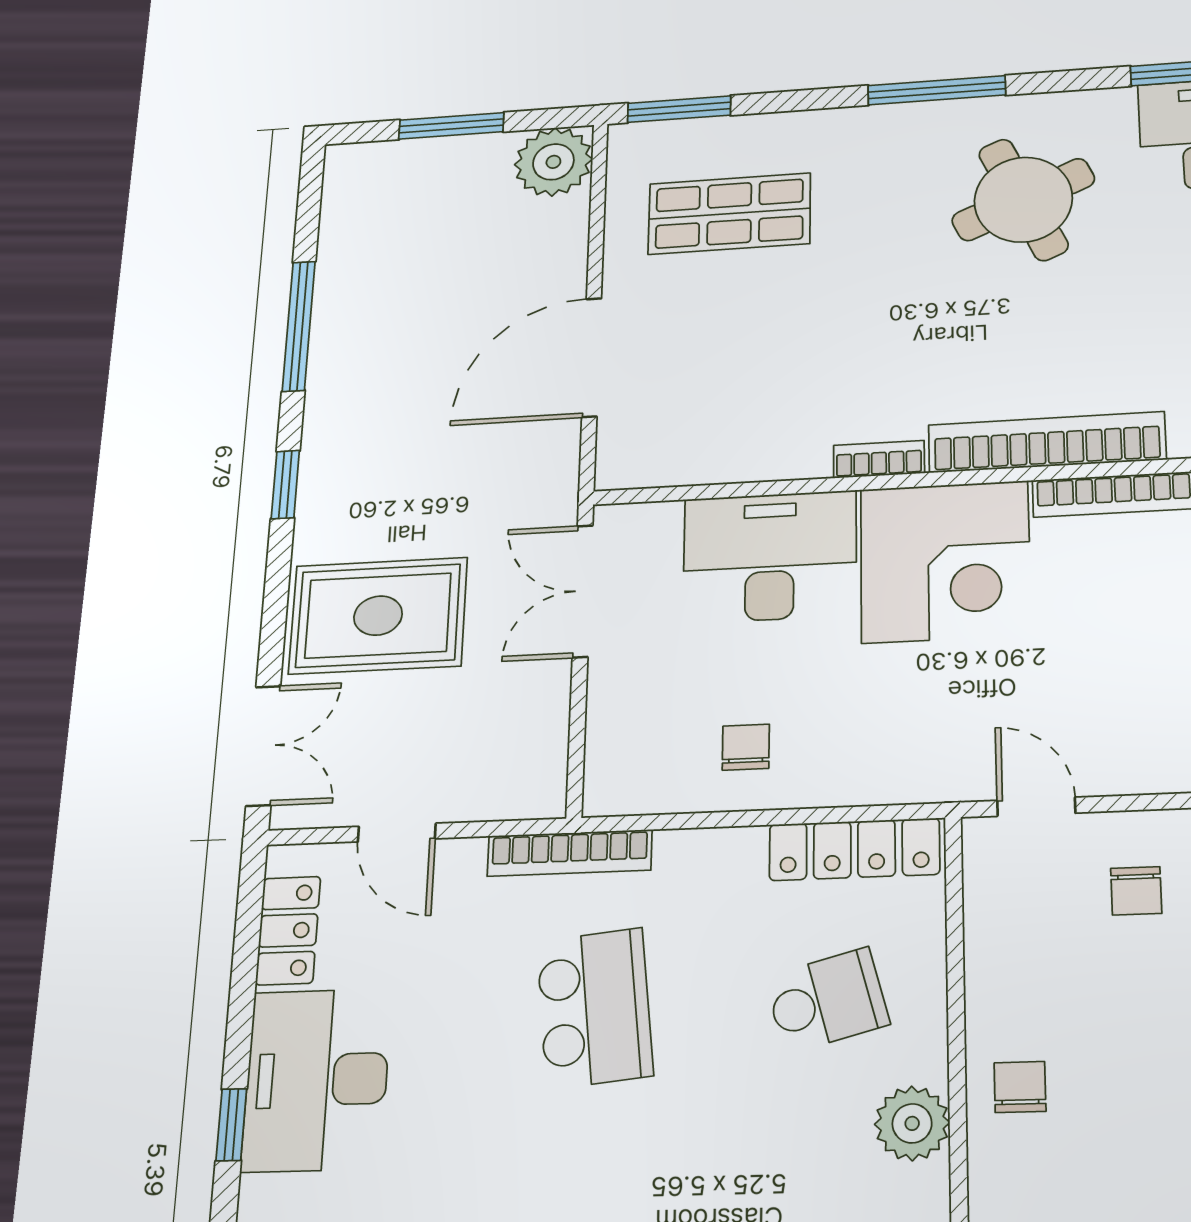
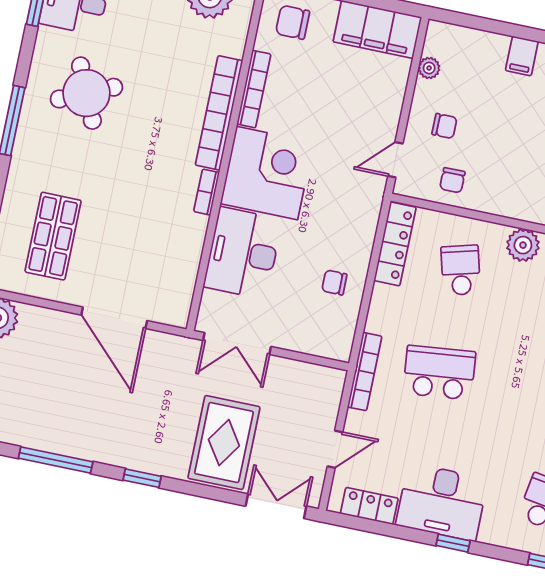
chair: (1020, 1087) -> (452, 180), moved, turned -90

